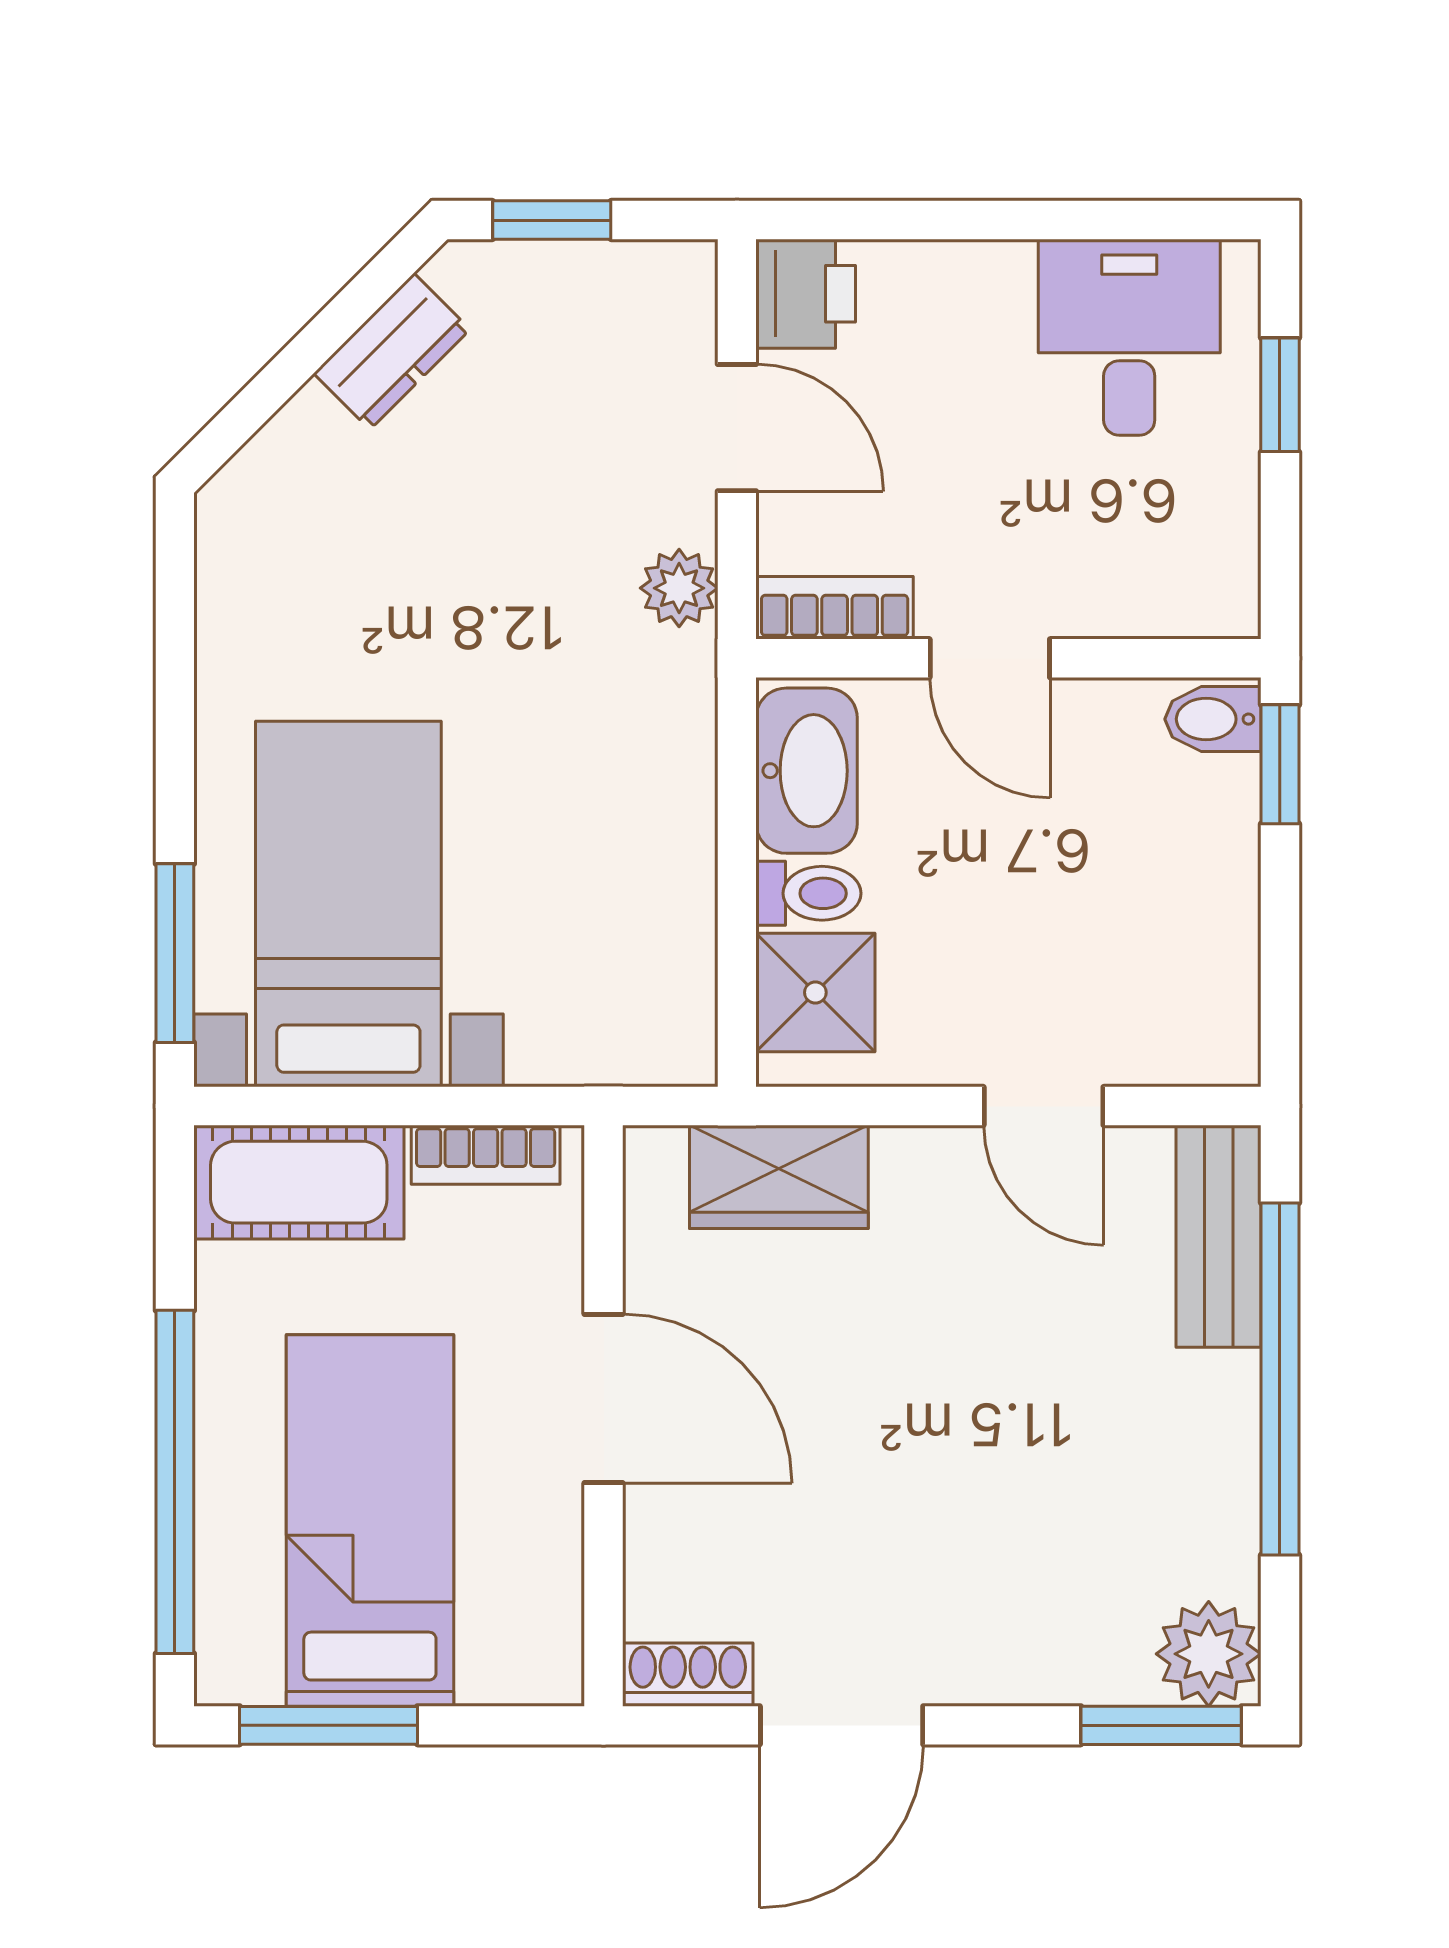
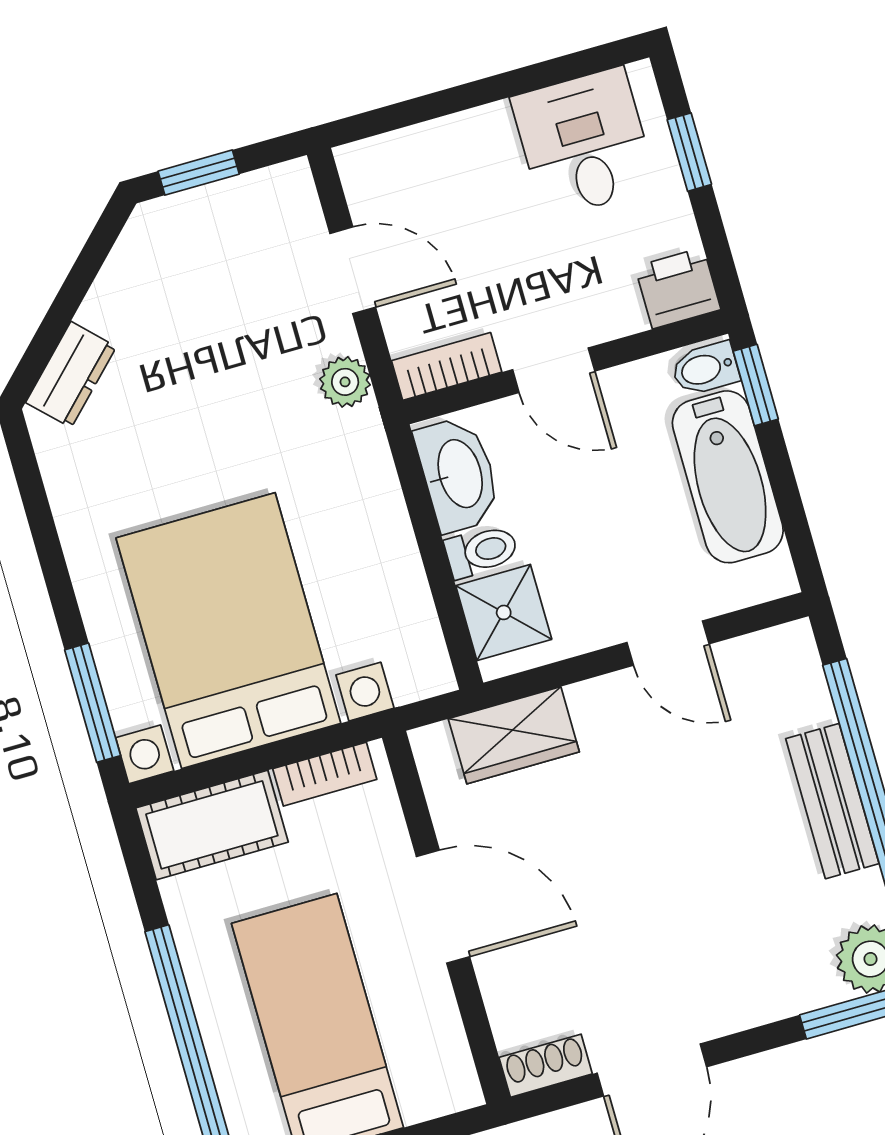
printer: (806, 294) -> (678, 288), moved, turned -90
dresser: (392, 351) -> (71, 375), moved
bathtub: (1201, 887) -> (728, 477), added
bed with nightstands: (348, 904) -> (228, 631), width x1.36
bench: (1218, 1236) -> (832, 801), moved

